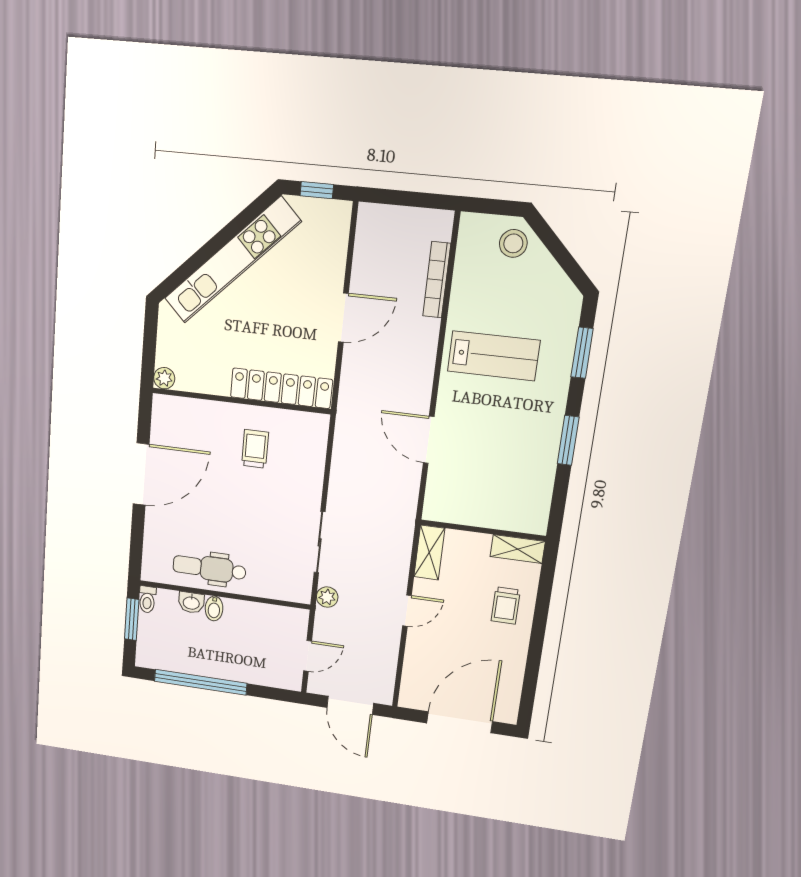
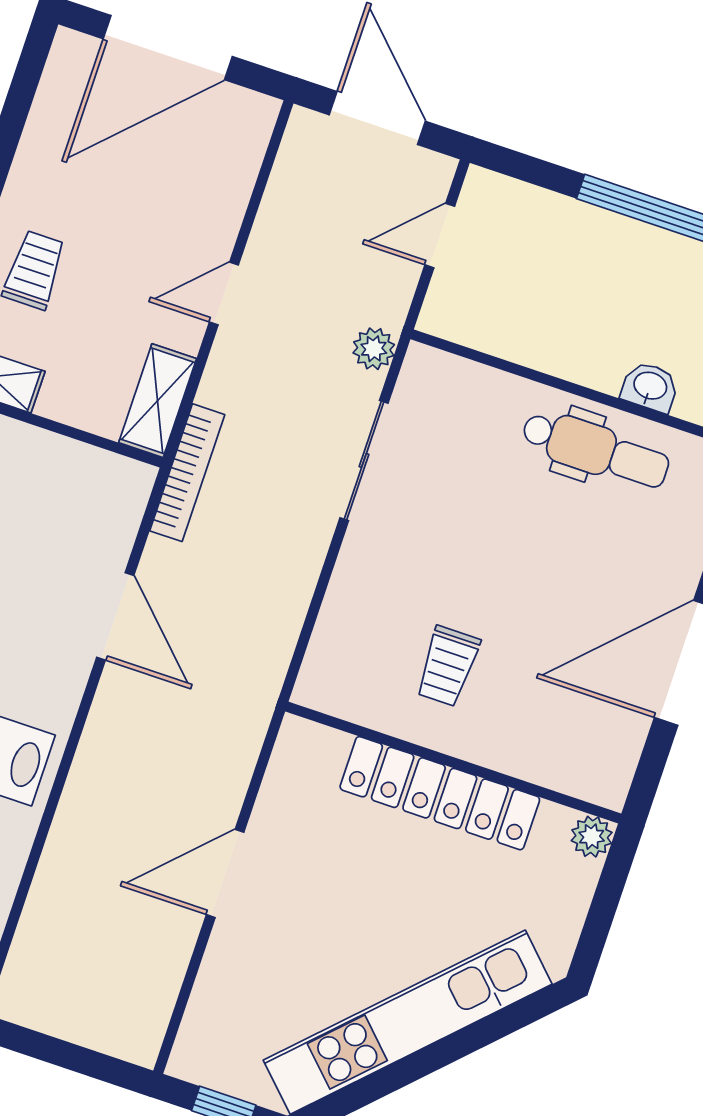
bookcase: (437, 280) -> (187, 473), moved
locker: (281, 388) -> (440, 793), moved
bidet: (214, 608) -> (606, 366), removed

